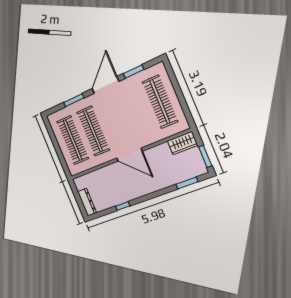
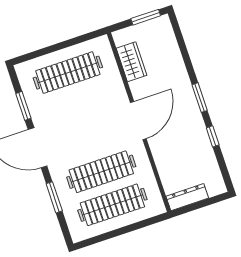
wardrobe: (182, 143) -> (132, 62), moved
window: (187, 183) -> (200, 98), moved
dresser: (87, 202) -> (187, 197), moved

